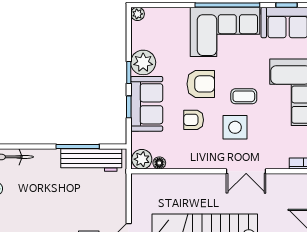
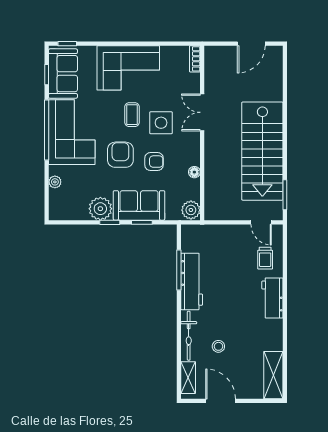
plant: (138, 14) -> (55, 182), moved
armchair: (194, 120) -> (154, 162), turned -90
workbench: (91, 160) -> (192, 281), moved
floor lamp: (159, 163) -> (194, 172), moved
double door: (246, 171) -> (202, 112), swing flipped

